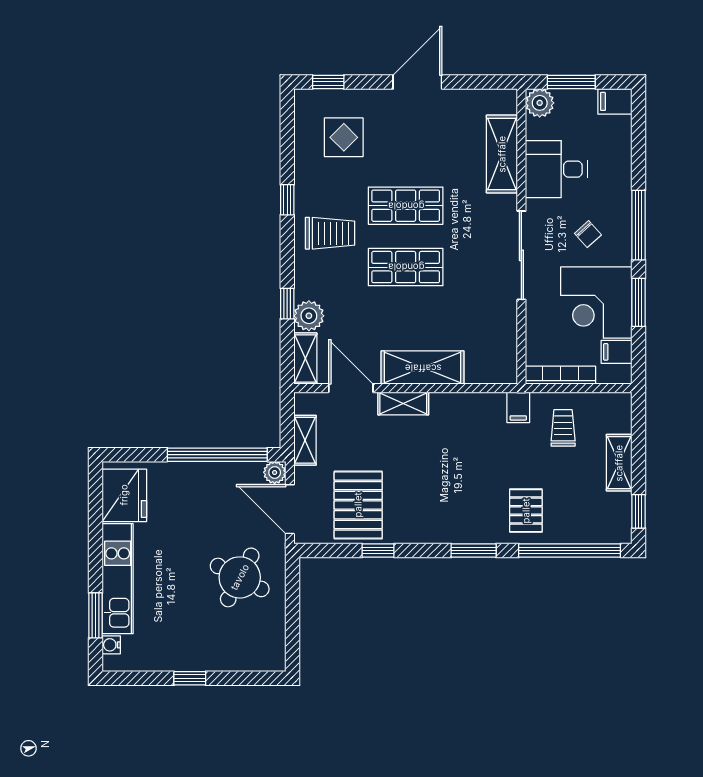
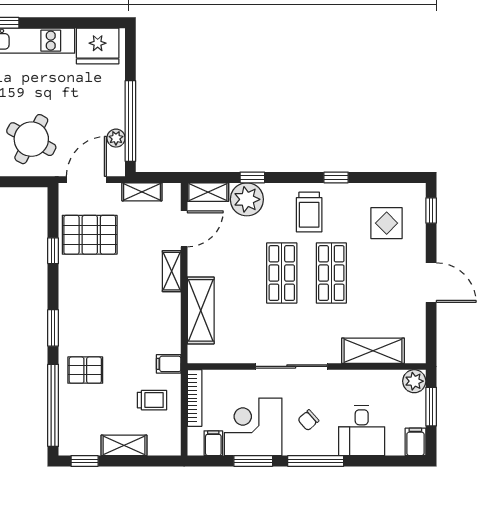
desk: (556, 169) -> (362, 431), moved, turned 180
plant: (309, 316) -> (247, 199), width x1.36, depth x1.36
shelving: (423, 368) -> (201, 310), moved
plant: (275, 472) -> (116, 138), moved

